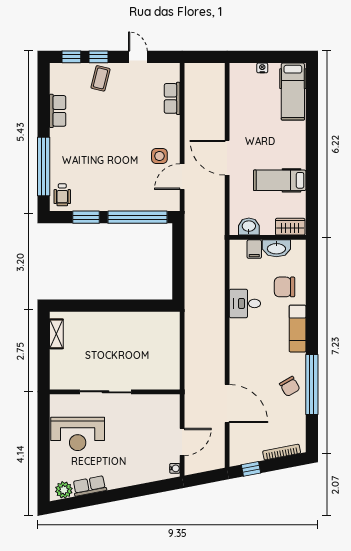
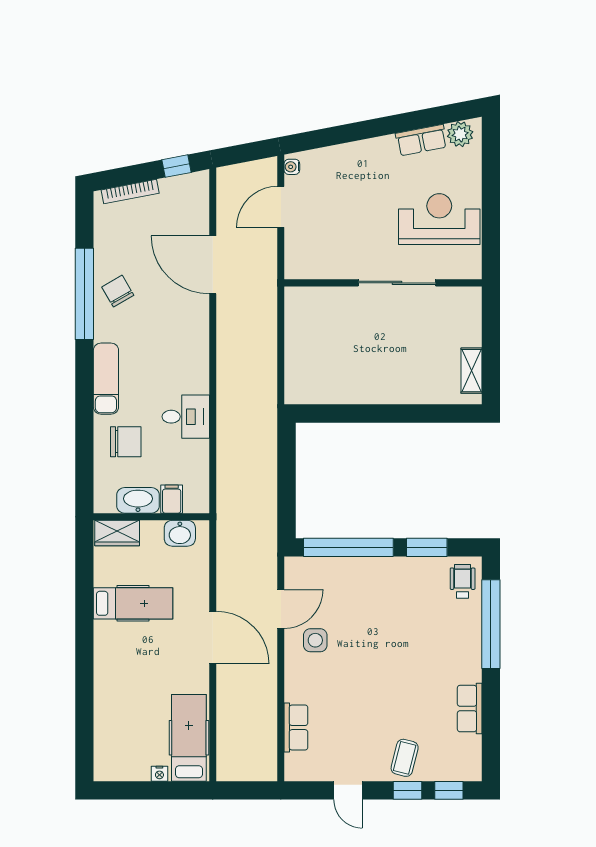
hospital bed: (293, 92) -> (189, 738), moved

